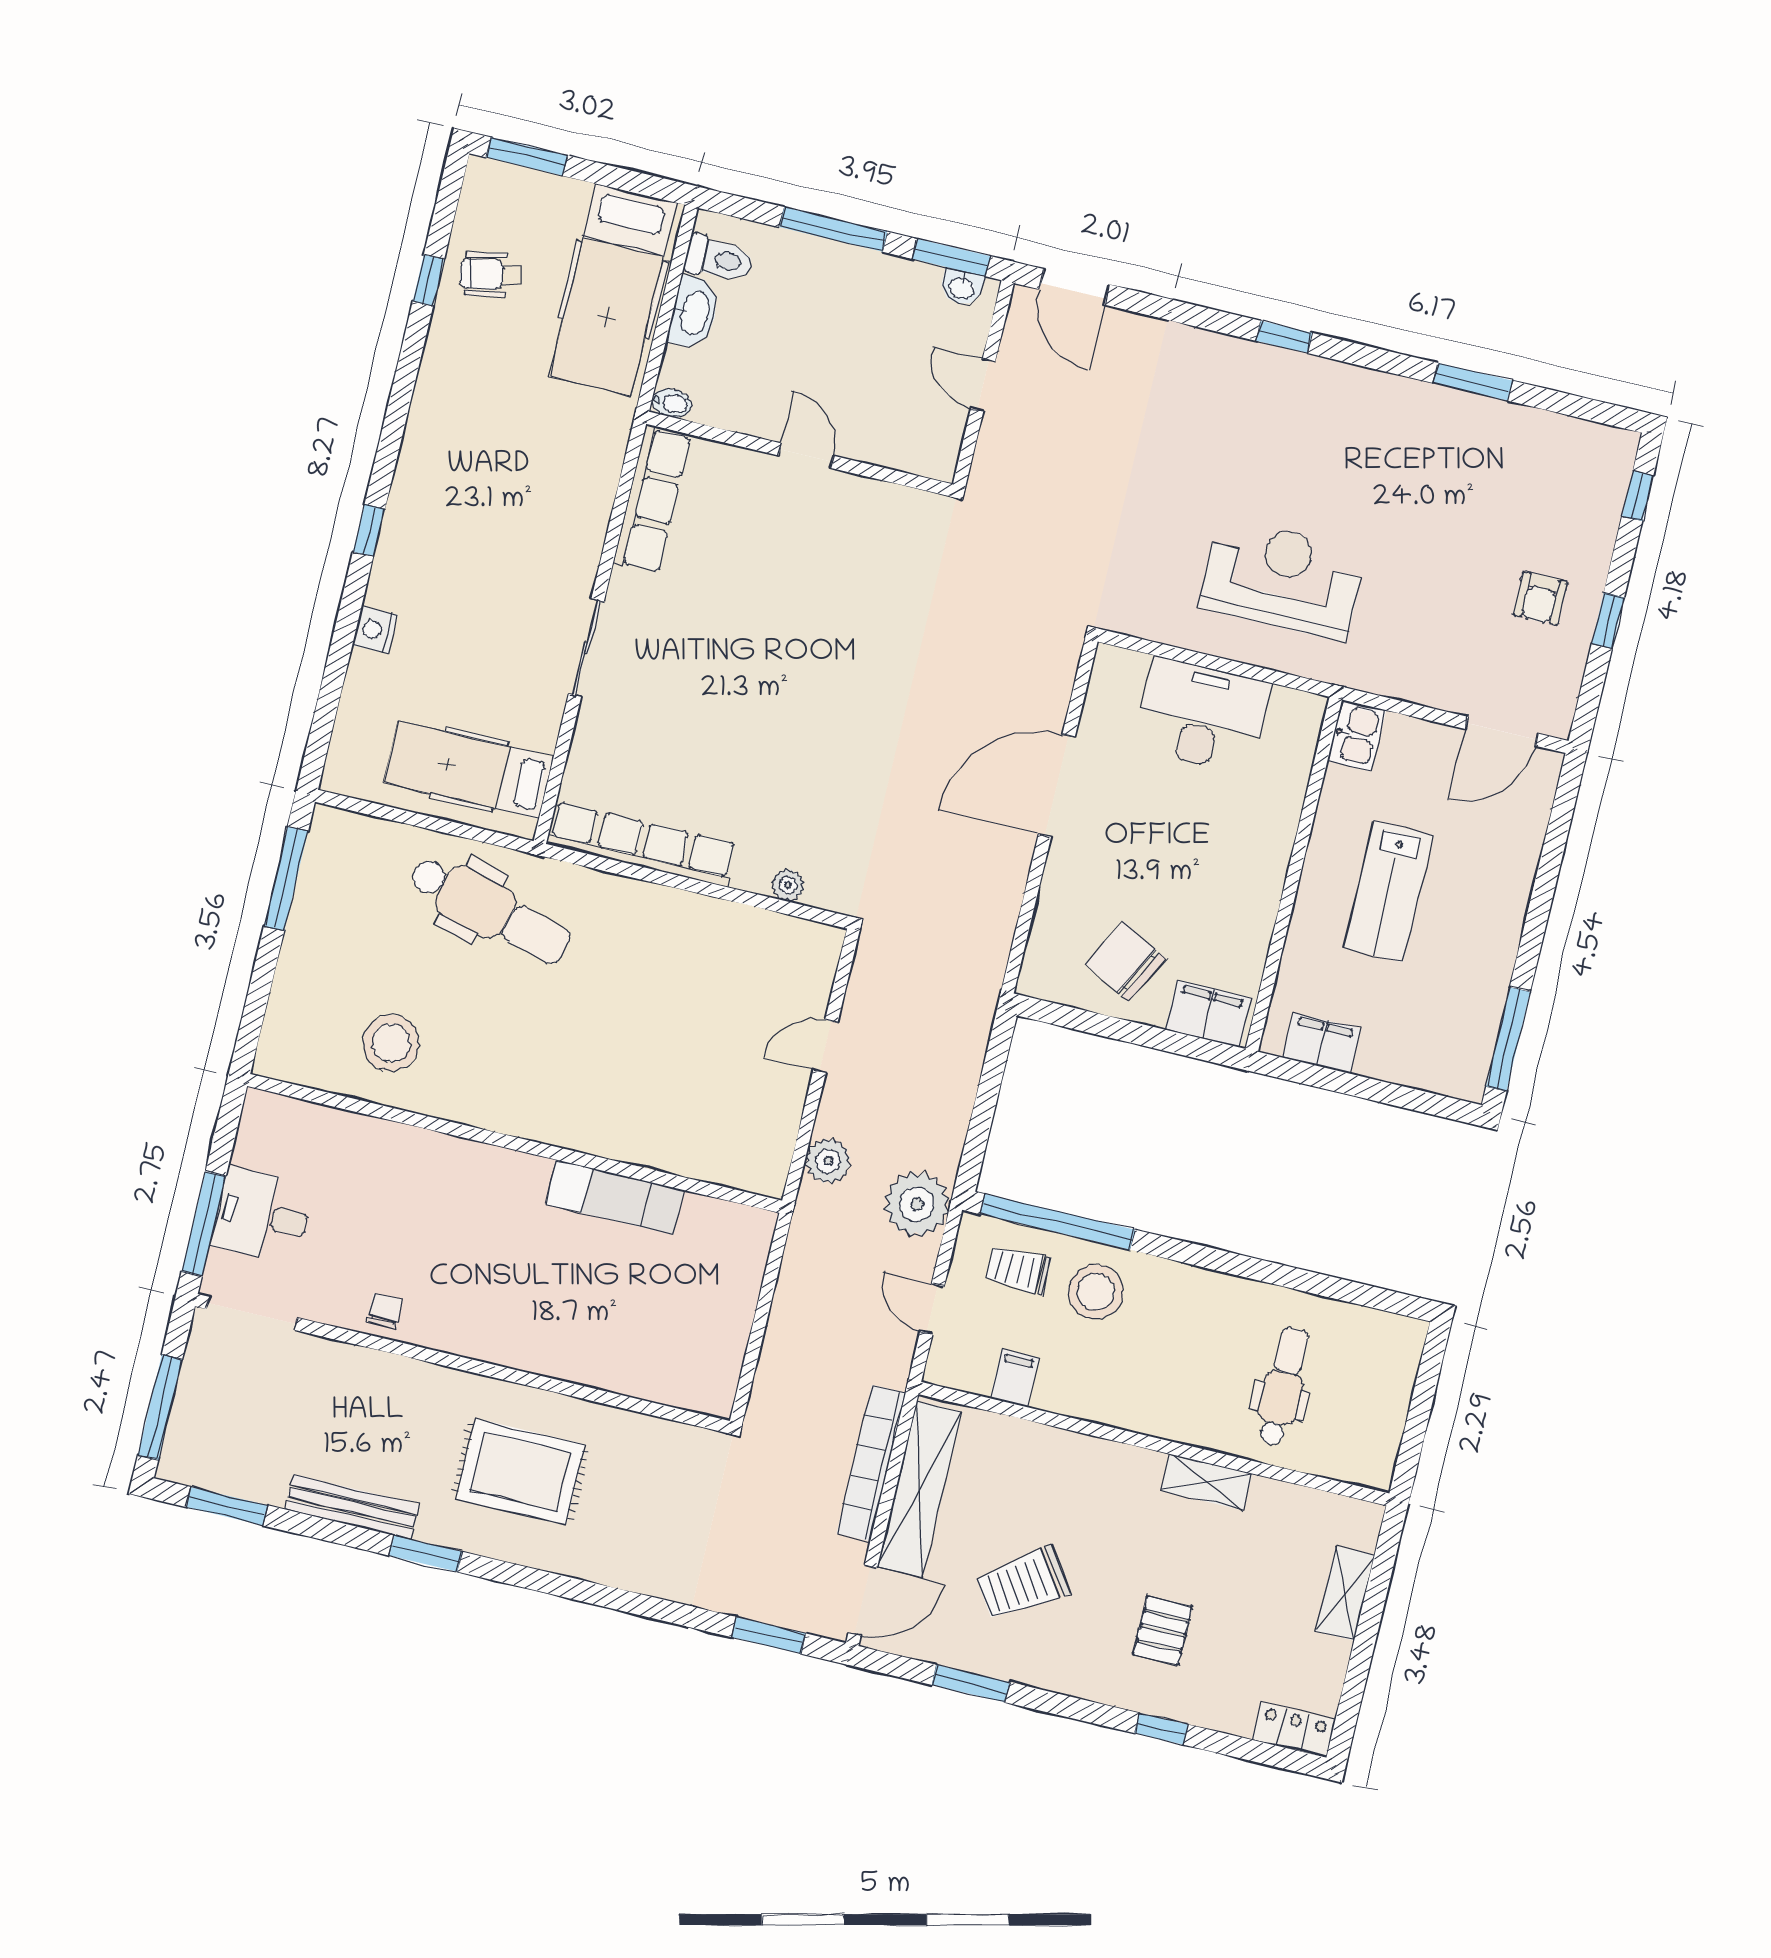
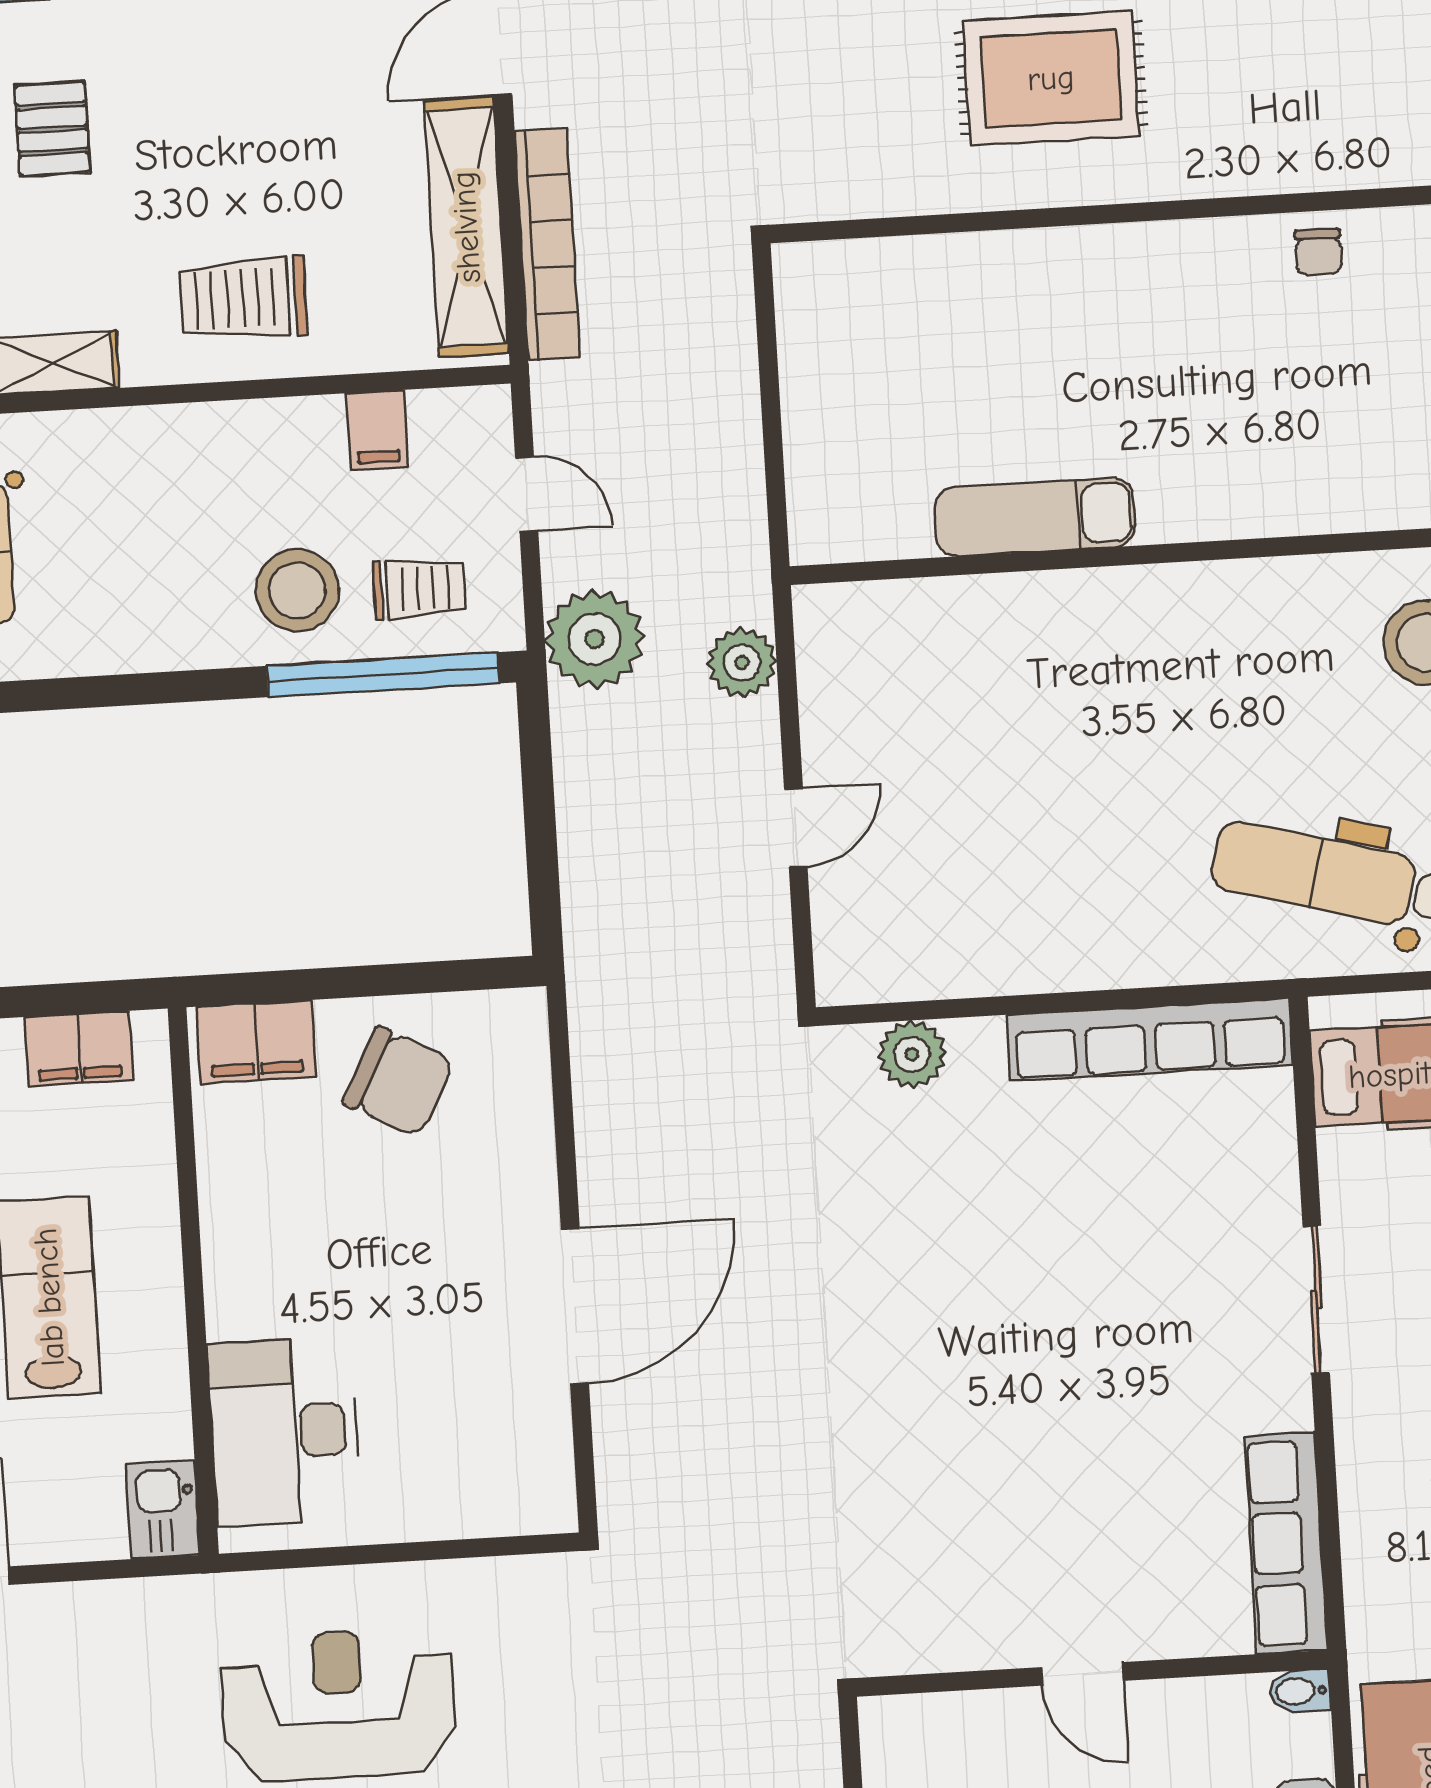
reception desk: (1283, 578) -> (339, 1705), turned 180
desk: (1202, 715) -> (284, 1432), moved, turned 90
plant: (788, 885) -> (912, 1054), width x1.38, depth x1.38
trolley: (1023, 1584) -> (243, 298), moved, turned -146

